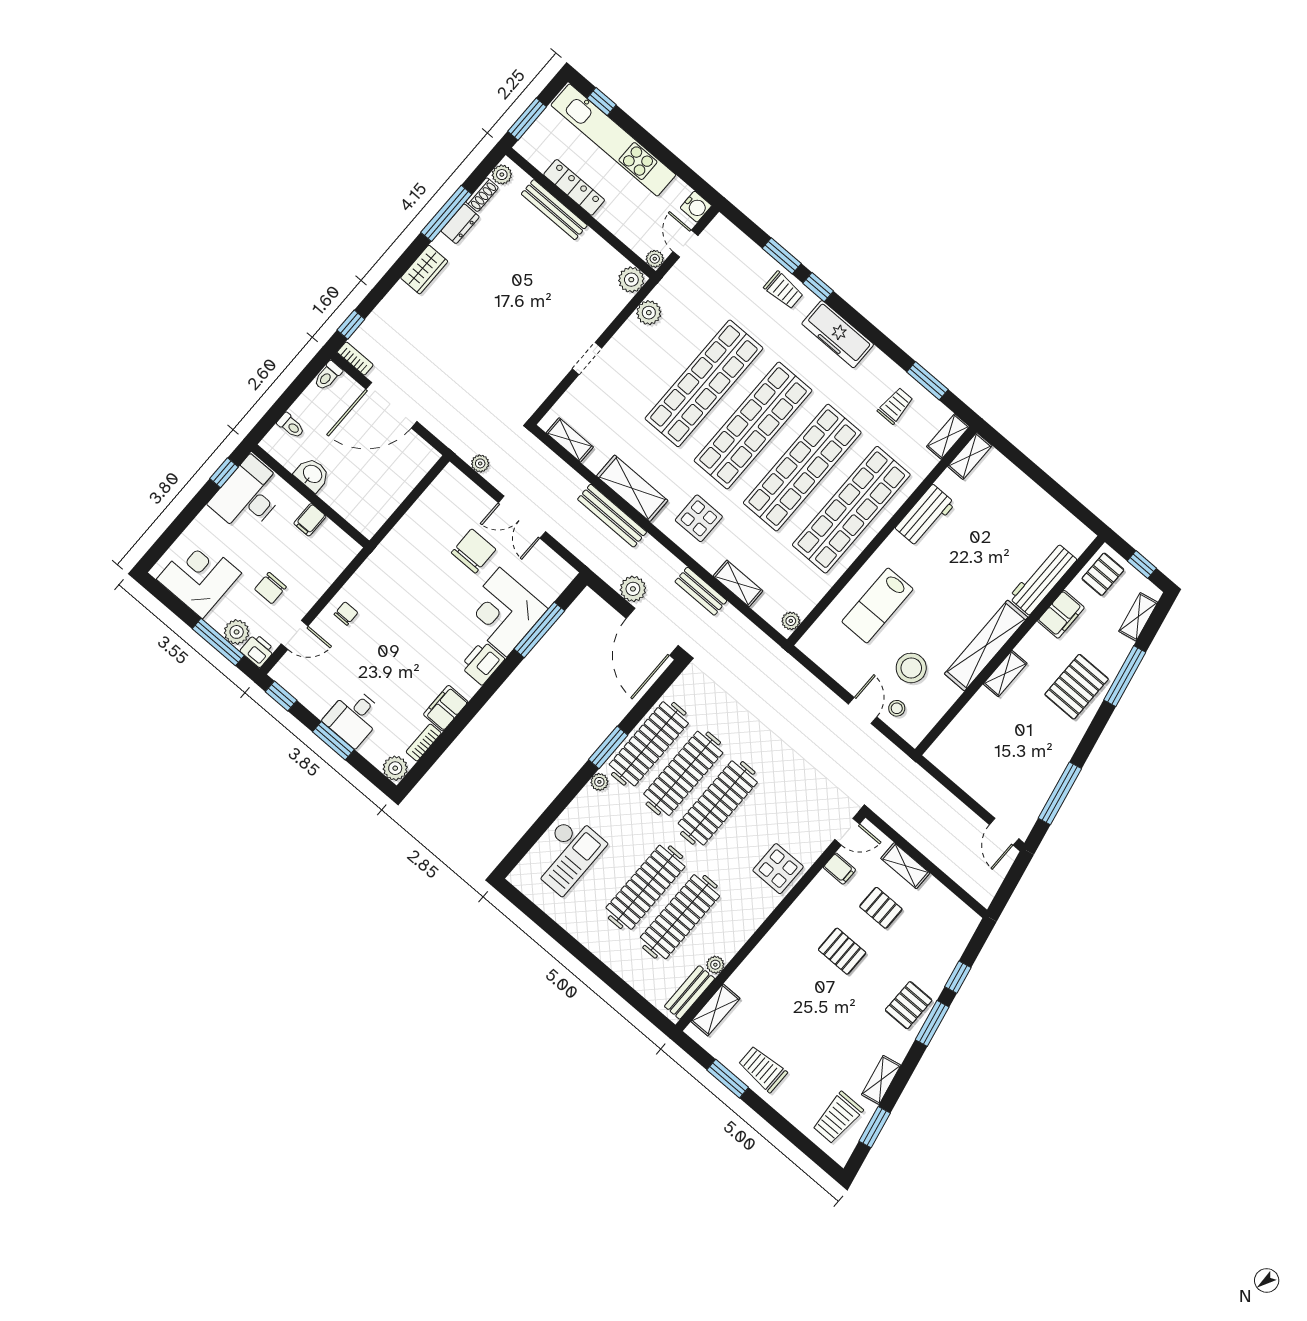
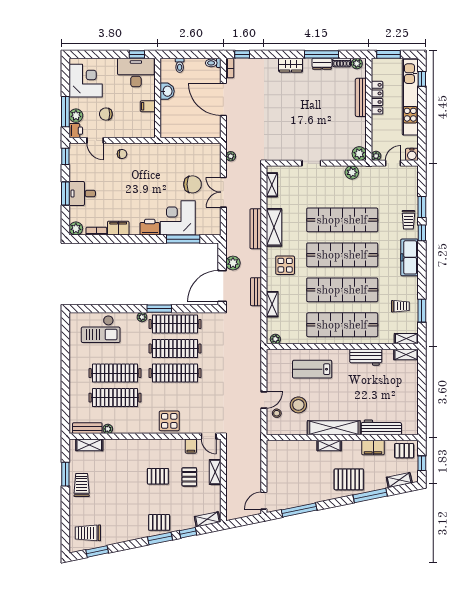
pallet: (842, 951) -> (158, 476), turned 90
shelving: (881, 1080) -> (207, 519), moved

